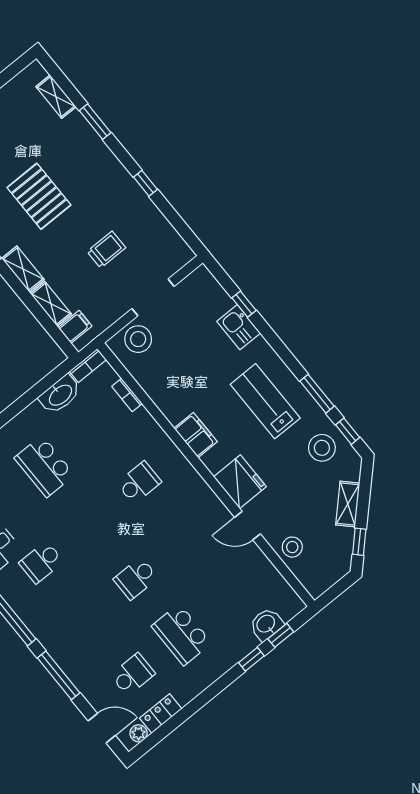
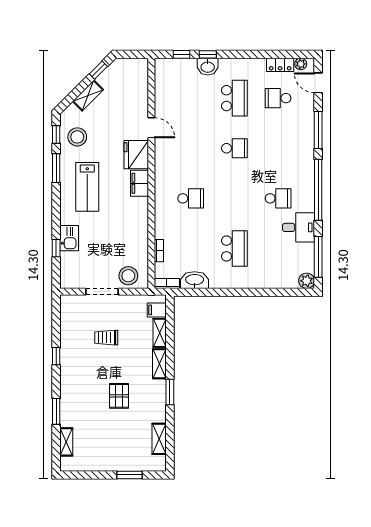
pallet: (39, 196) -> (119, 396), width x0.67, depth x0.71
filing cabinet: (196, 435) -> (139, 183), moved
school desk: (139, 483) -> (191, 198), turned 180
stool: (292, 547) -> (137, 97), removed
washbasin: (266, 624) -> (208, 67), moved

